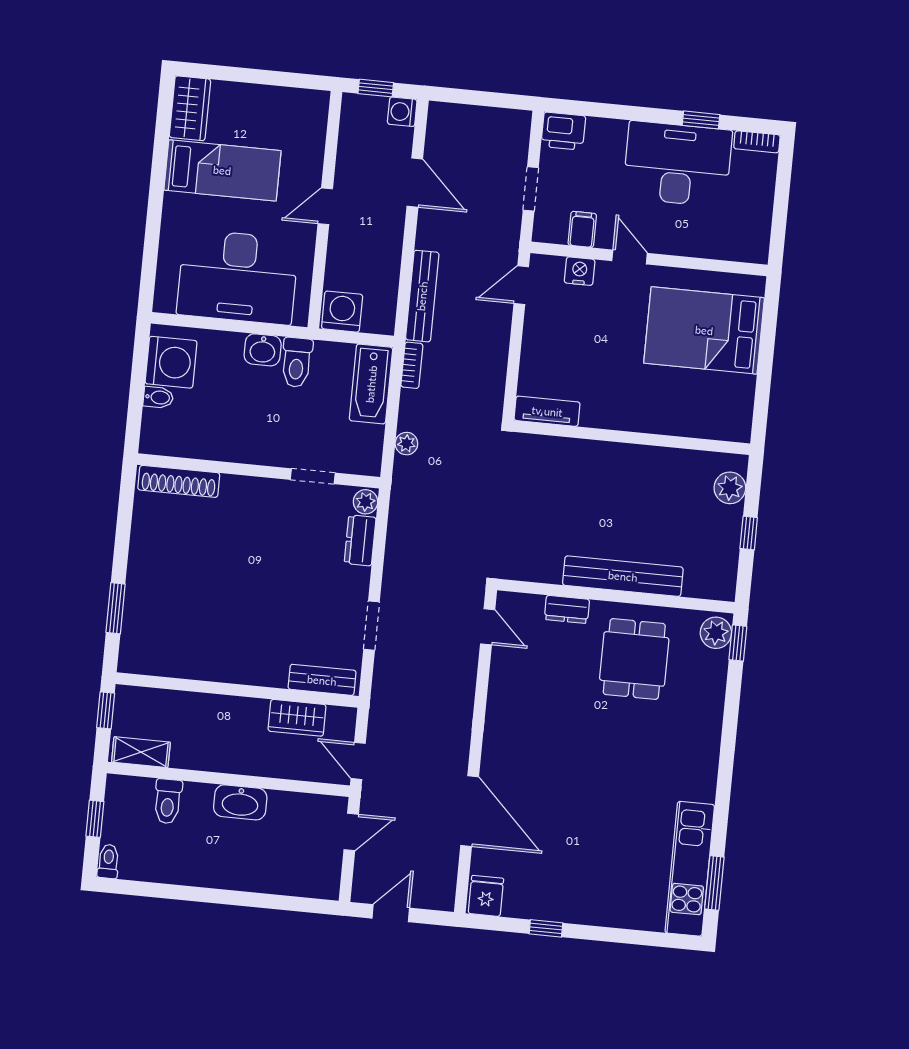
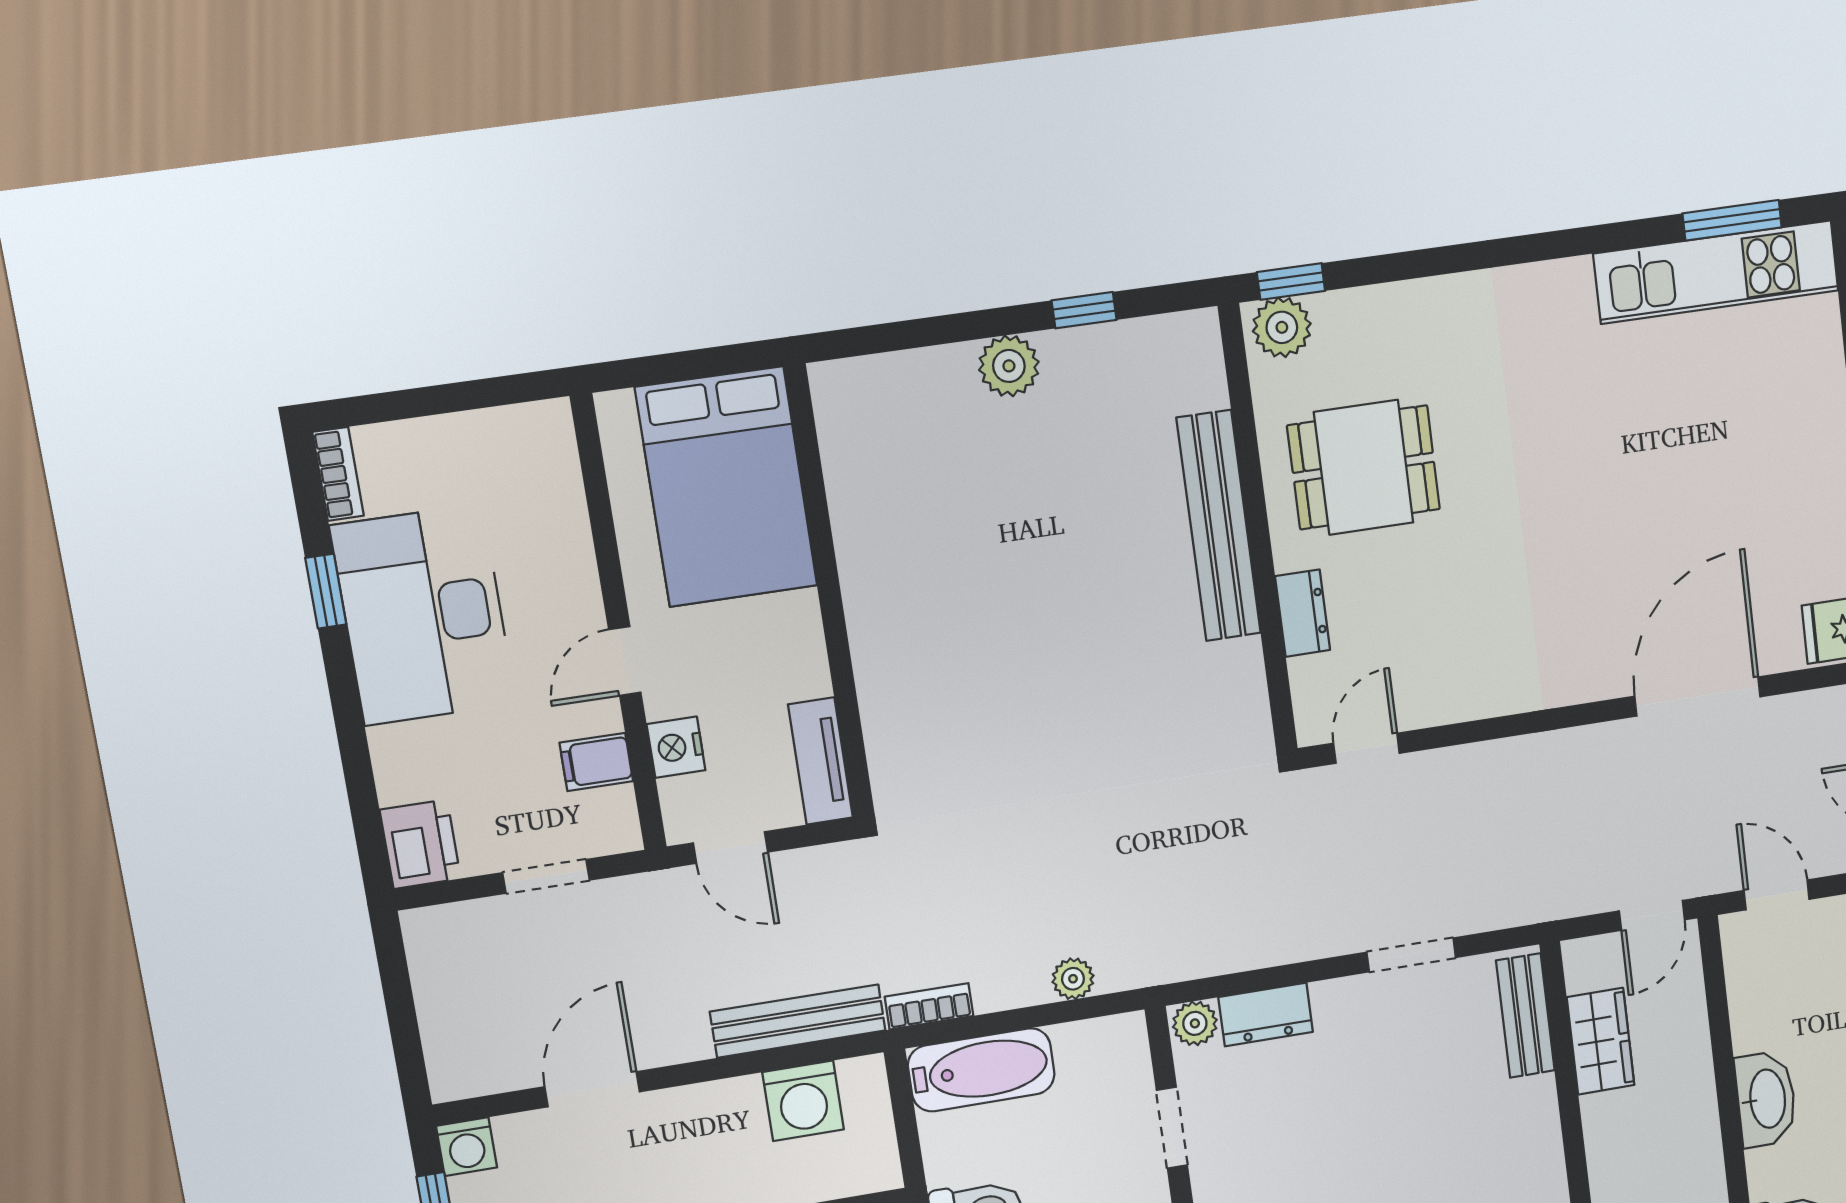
washing machine: (342, 312) -> (803, 1101), moved, turned -90
tv unit: (547, 411) -> (820, 761), moved
wall: (631, 438) -> (830, 593), moved

